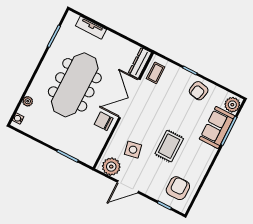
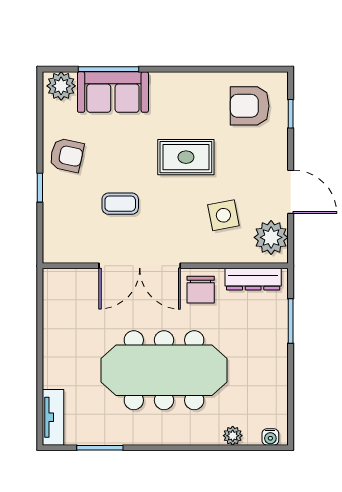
tv unit: (91, 28) -> (53, 417), moved
dresser: (140, 63) -> (253, 279), moved
coffee table: (156, 73) -> (120, 204), moved

